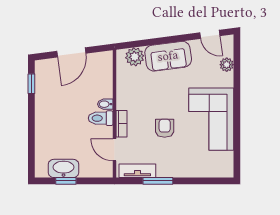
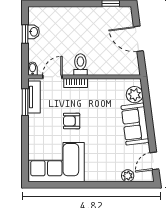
bidet: (105, 104) -> (33, 69), moved
corner sofa: (211, 119) -> (57, 162), moved
armchair: (165, 128) -> (72, 121), turned 180
washbasin: (64, 168) -> (34, 32), width x0.52, depth x0.69
window: (158, 181) -> (25, 102), moved

